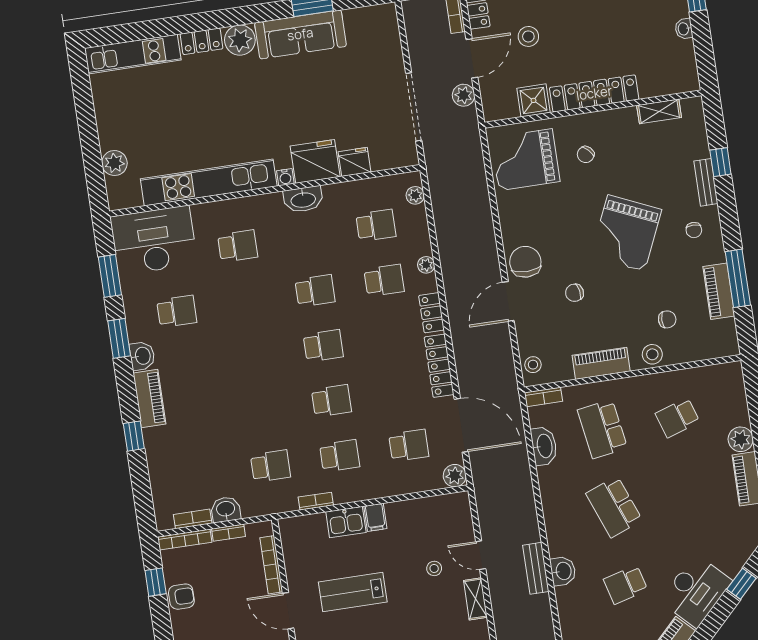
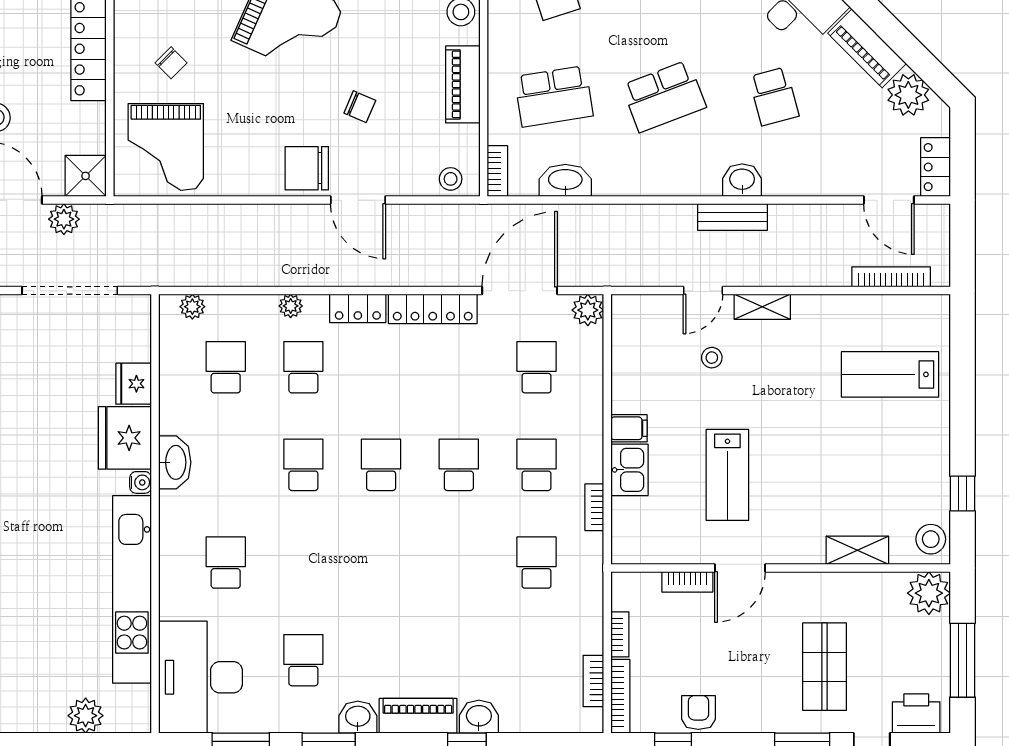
shower: (533, 100) -> (86, 176), moved
chair: (574, 293) -> (360, 107), turned -57
washbasin: (226, 509) -> (479, 717), moved, turned 90
bookcase: (271, 565) -> (687, 582), width x0.64

